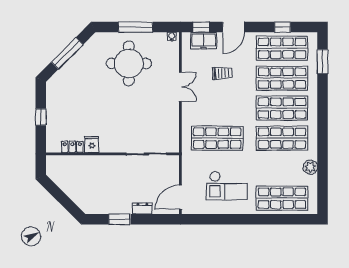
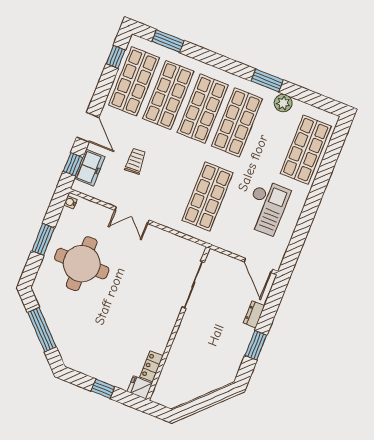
window: (136, 27) -> (43, 239), width x0.69
window: (283, 27) -> (116, 57), moved
double door: (180, 87) -> (132, 215), swing flipped
fridge: (92, 144) -> (140, 387), moved
window: (323, 148) -> (267, 80), added

